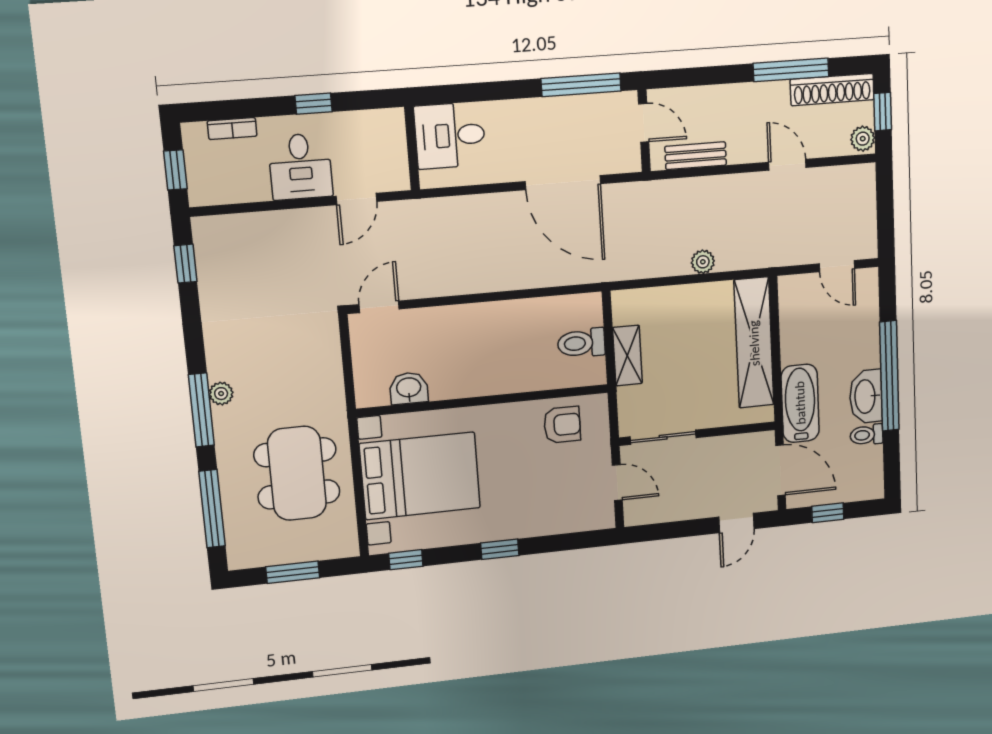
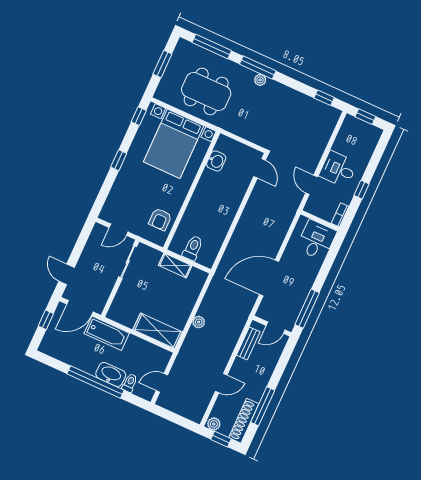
bookcase: (232, 129) -> (340, 215), moved
shelving: (754, 343) -> (158, 331), width x0.68
washbasin: (866, 396) -> (111, 374), moved
toilet: (867, 435) -> (130, 383), moved

